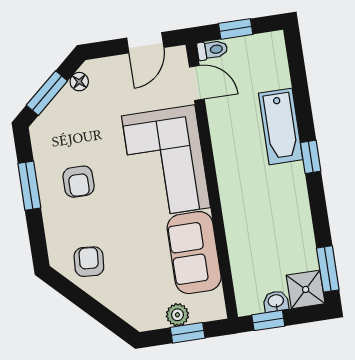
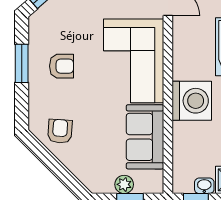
armchair: (79, 182) -> (61, 66), turned -90
washing machine: (245, 200) -> (192, 101), added

